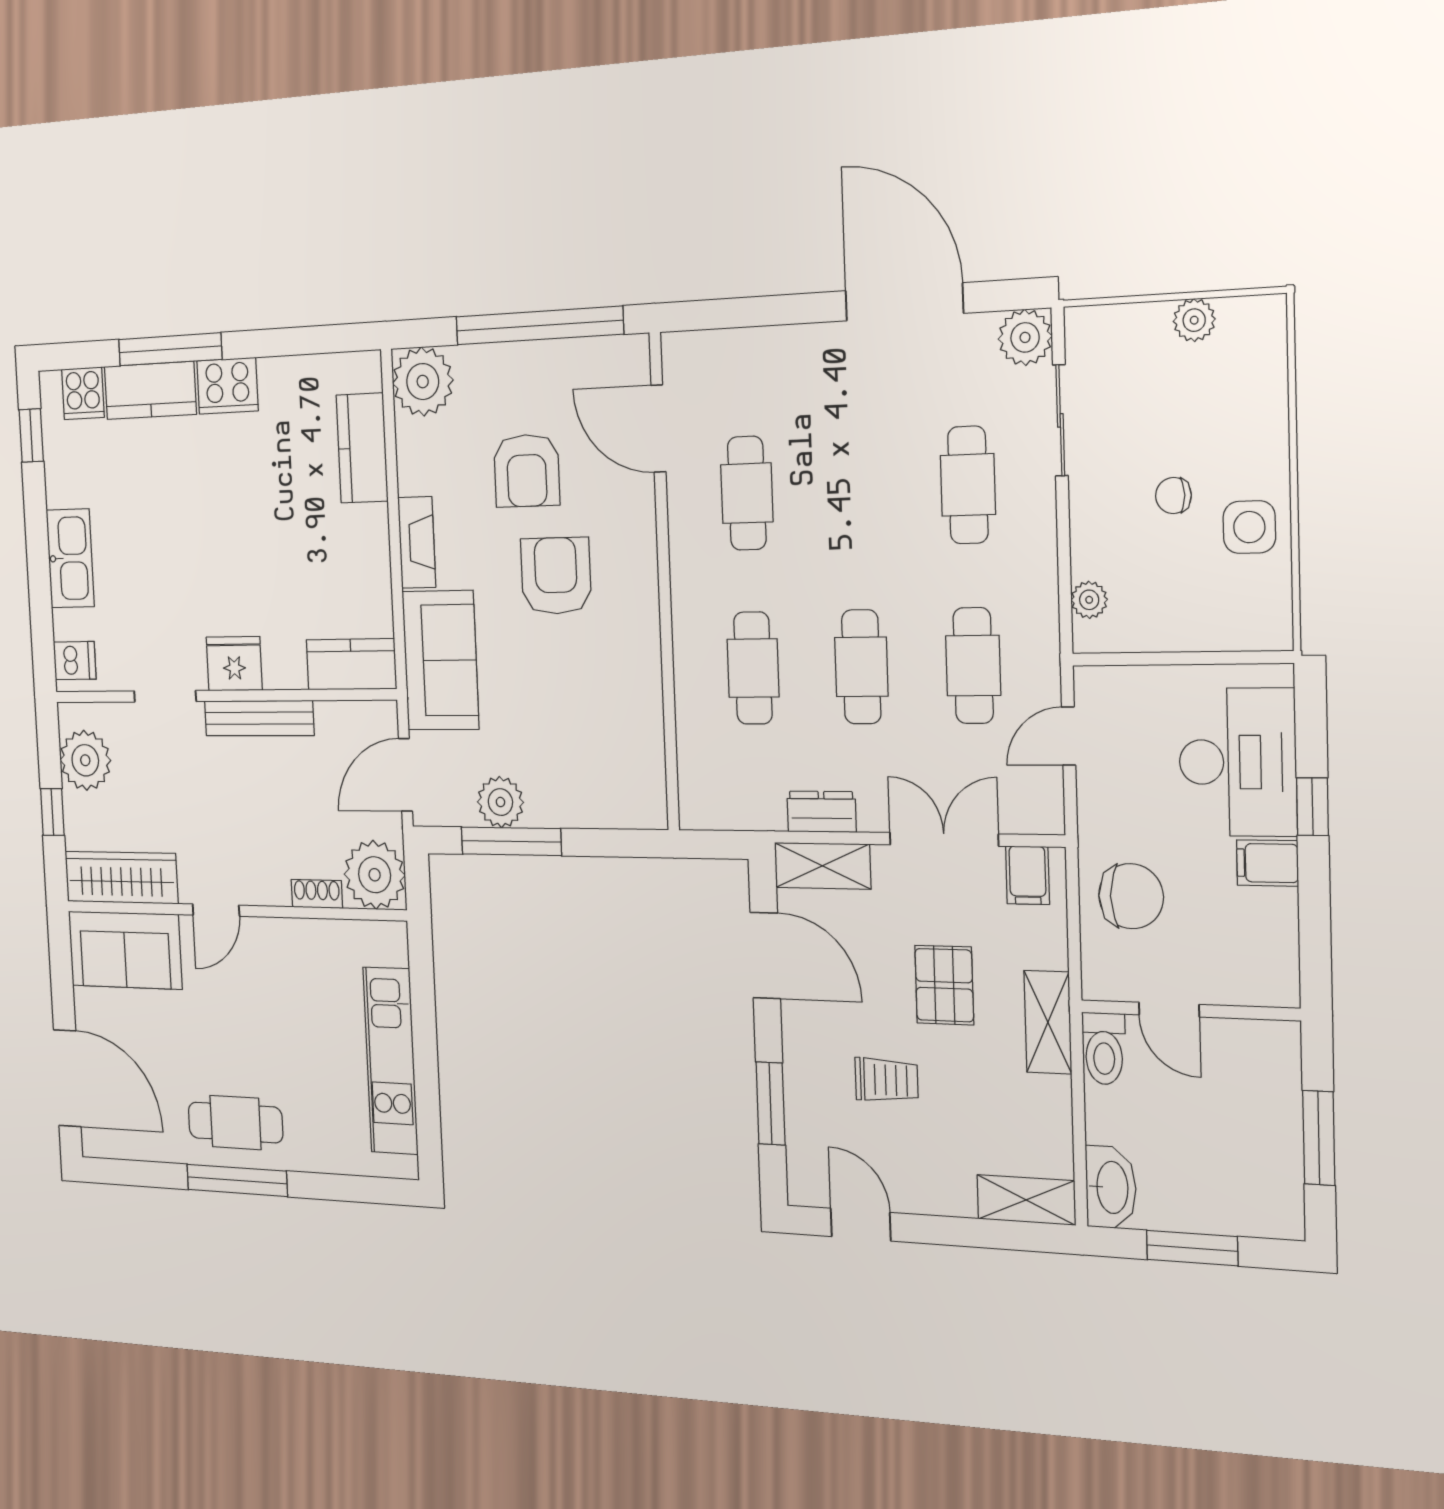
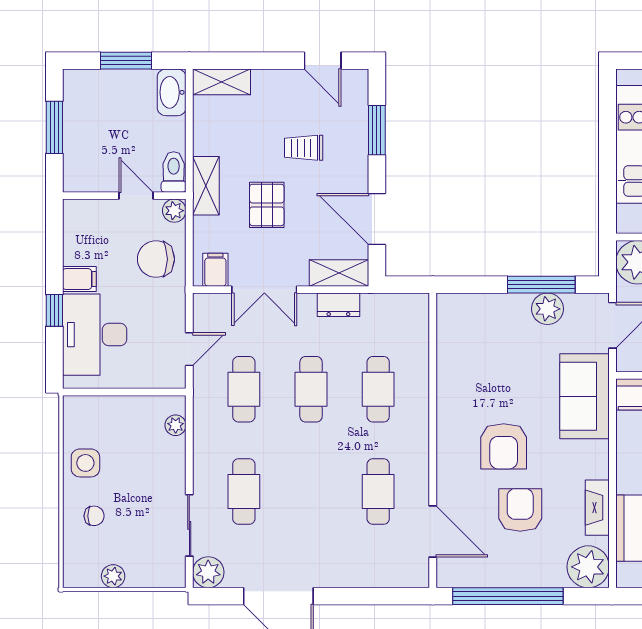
chair: (1173, 496) -> (94, 516), moved
fireplace: (417, 542) -> (597, 508), moved
plant: (1101, 981) -> (174, 211), added

